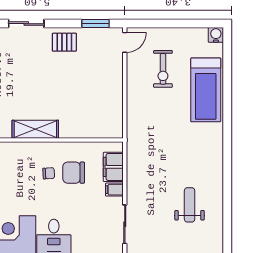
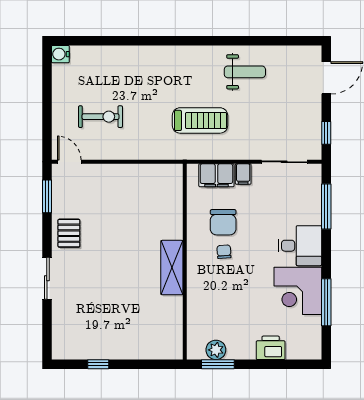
treadmill: (206, 90) -> (200, 120), moved, width x0.73, depth x0.73
weight bench: (190, 205) -> (245, 72), moved, turned 180

